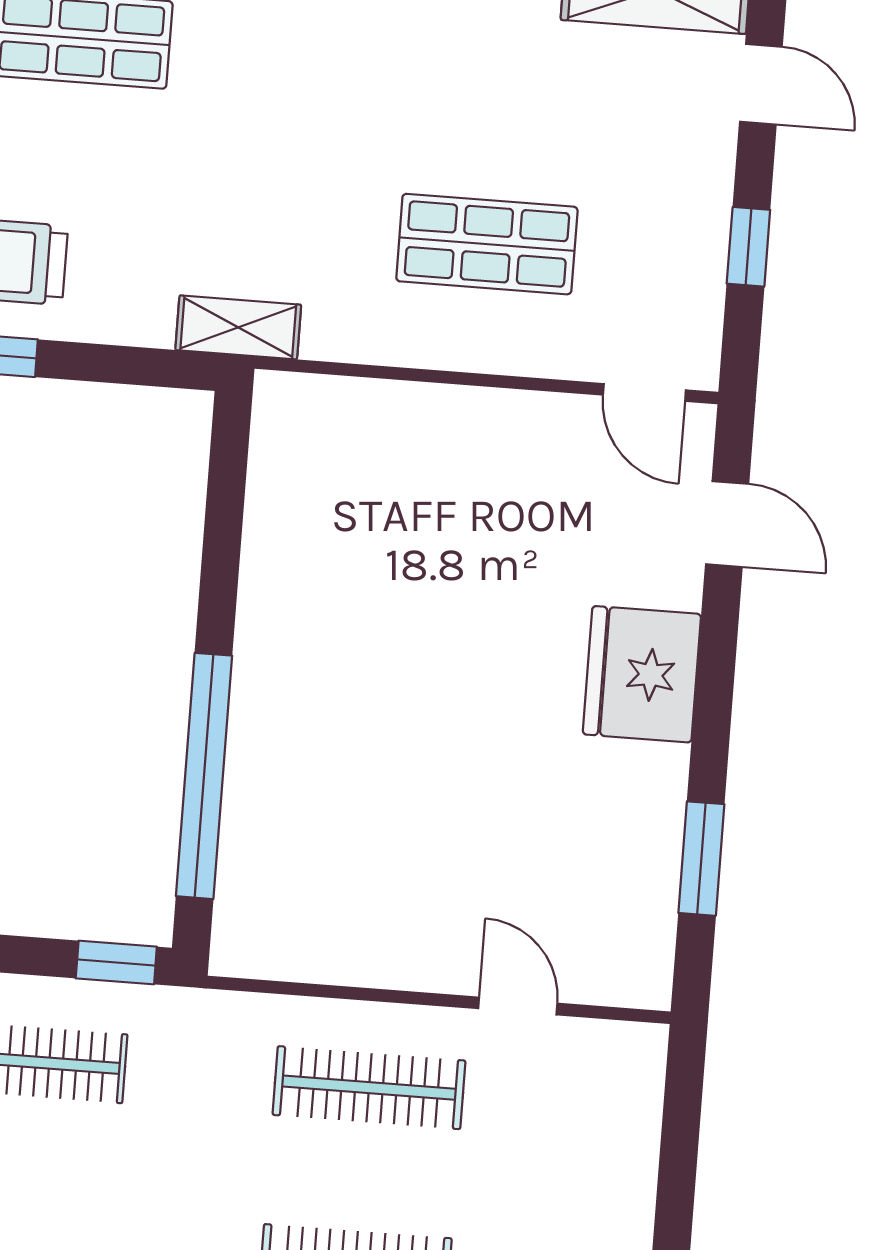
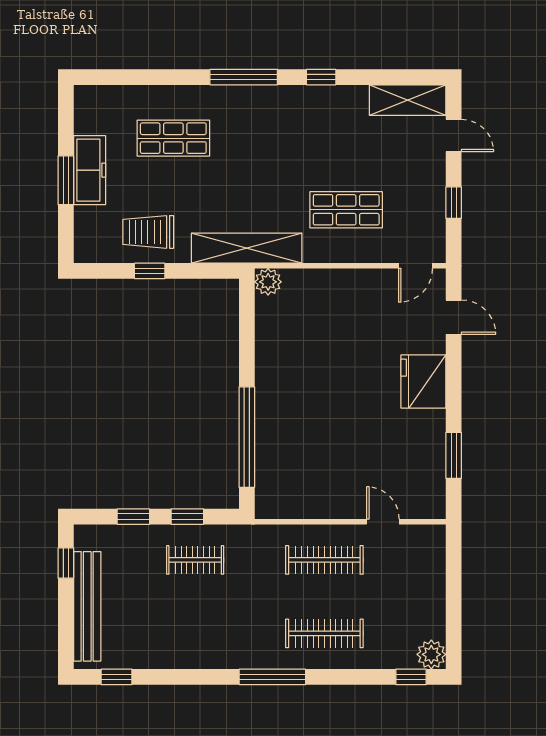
shelving: (238, 327) -> (247, 248), width x2.20, depth x1.33
door: (644, 392) -> (416, 266), hinge flipped
plant: (284, 404) -> (268, 282), added
window: (116, 963) -> (187, 517), moved

